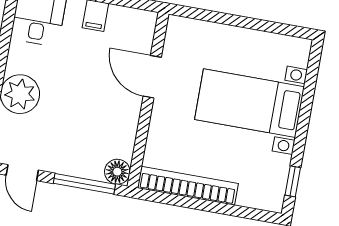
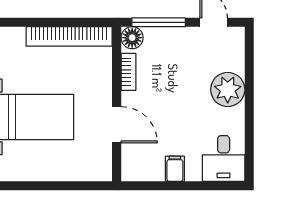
bookcase: (128, 134) -> (128, 72), added

